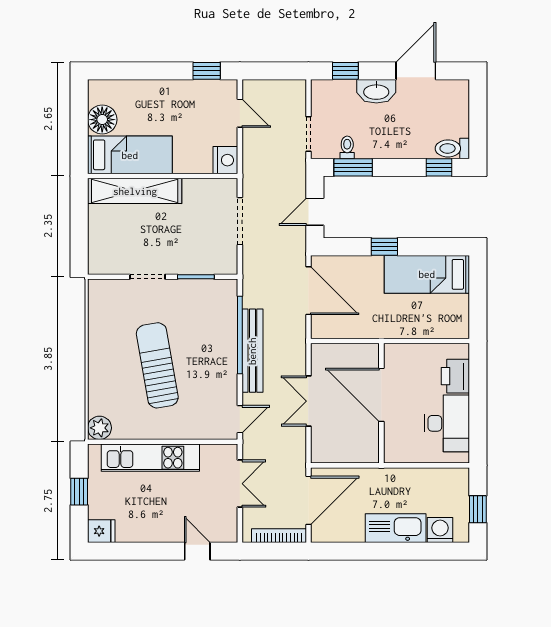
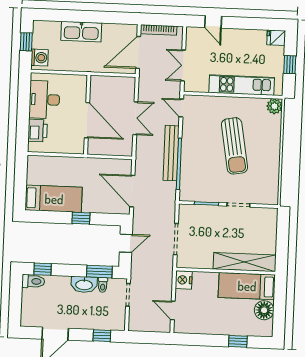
window: (207, 71) -> (238, 341), moved
washbasin: (376, 91) -> (84, 284), moved, turned 180
door: (240, 419) -> (181, 108), hinge flipped
washing machine: (440, 530) -> (40, 58), moved, turned -90

